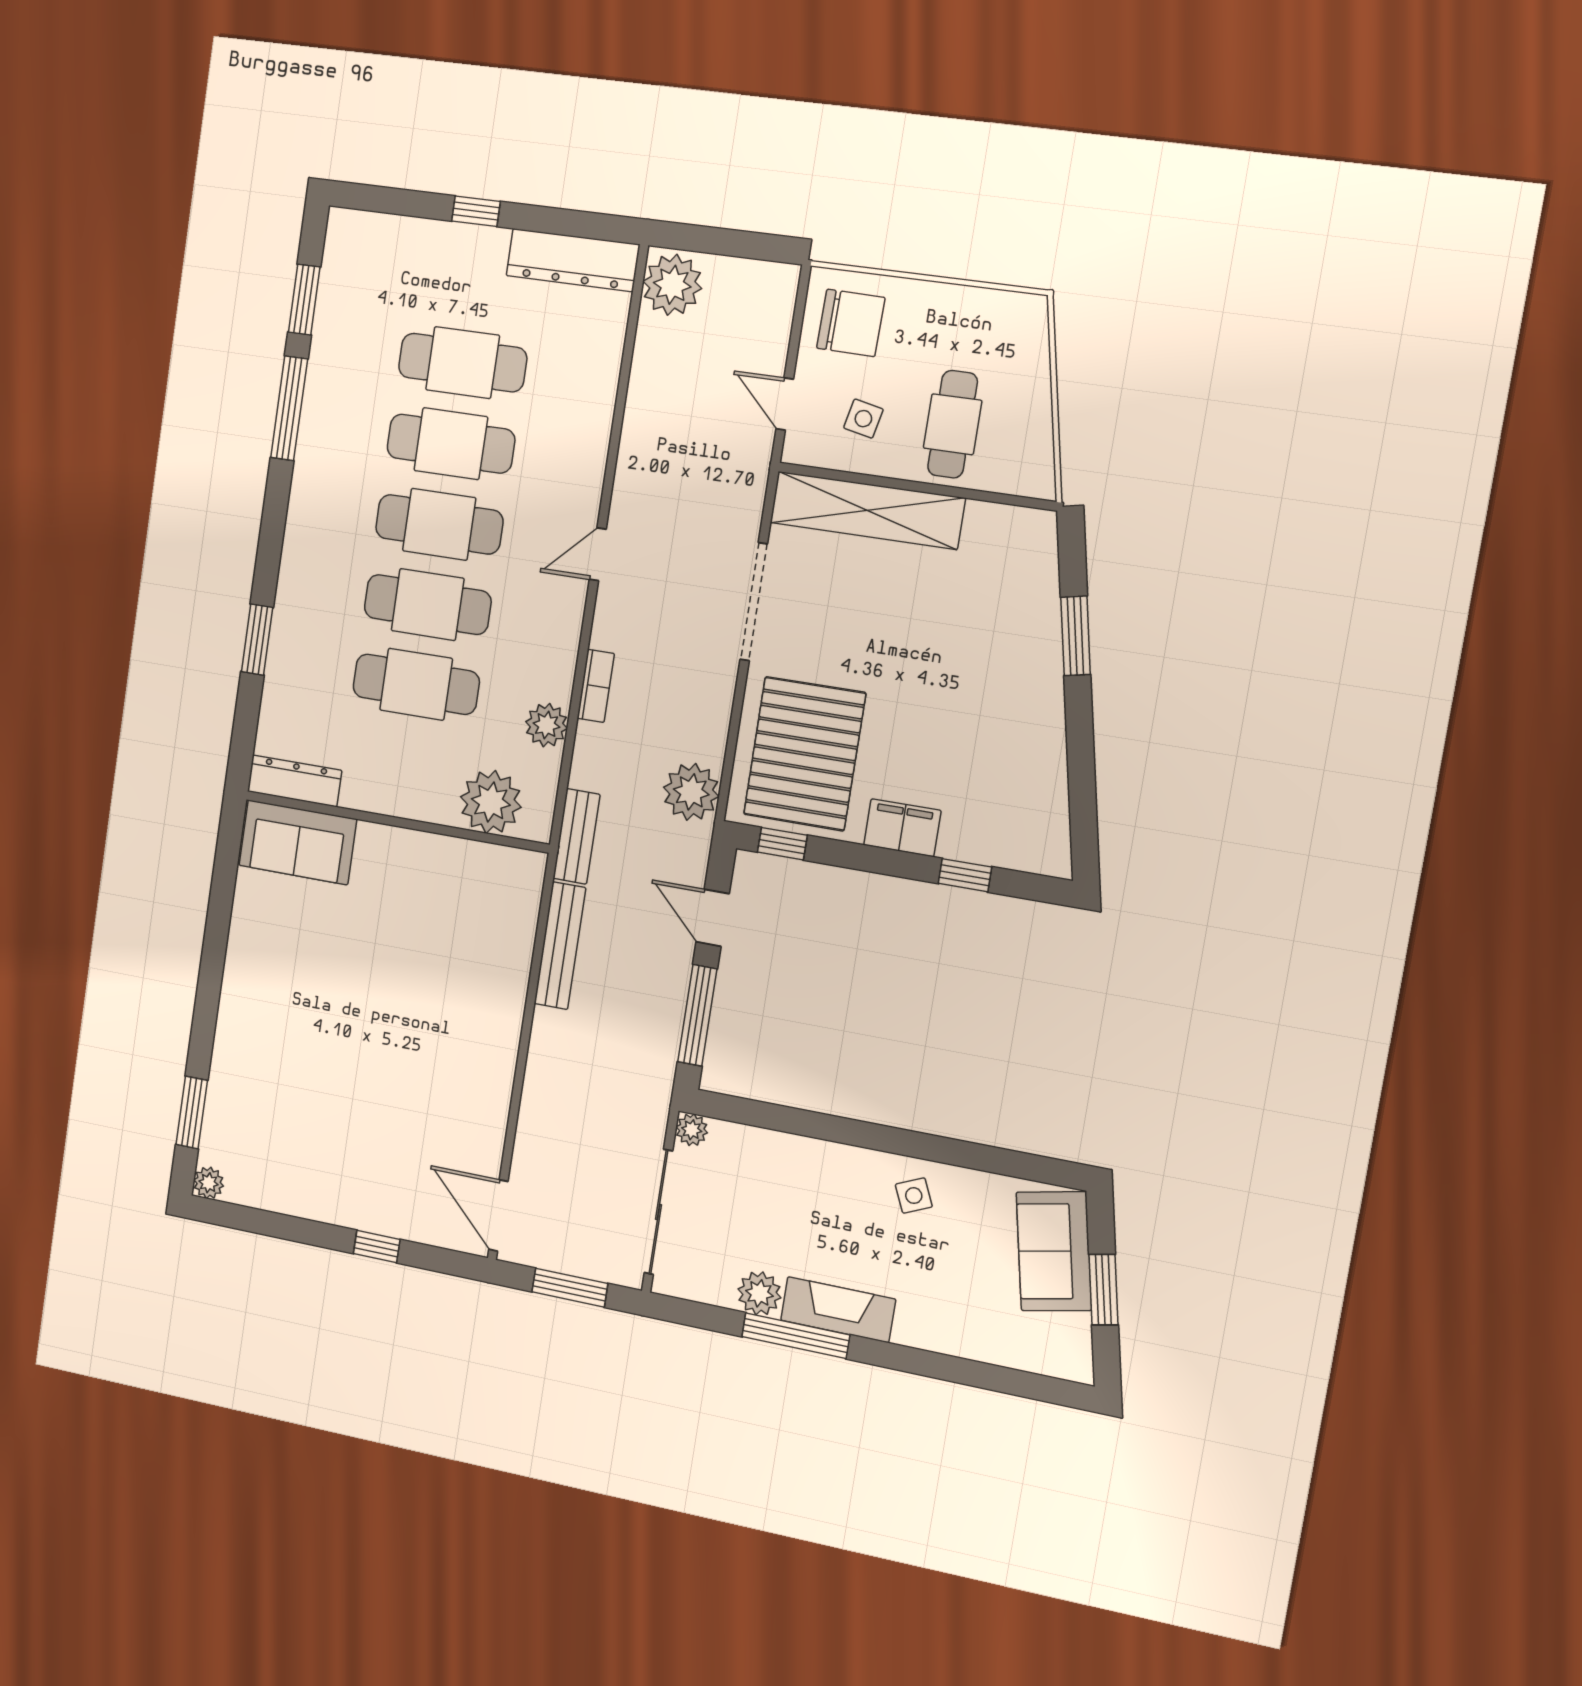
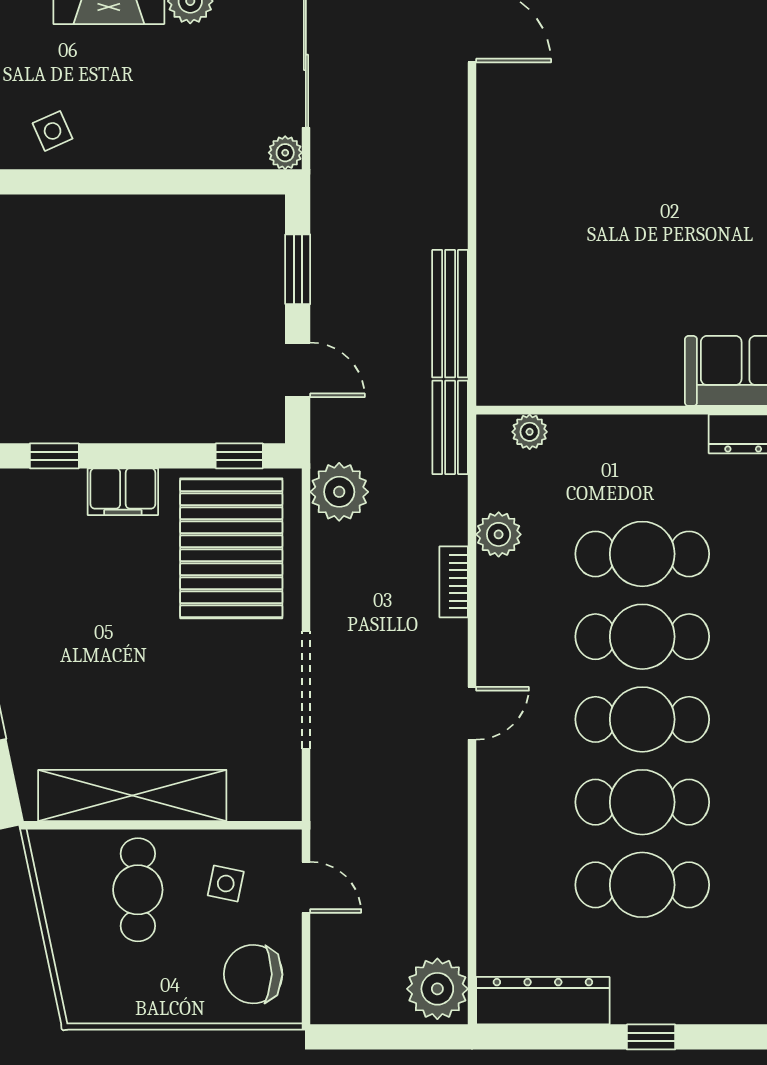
shelving: (867, 510) -> (132, 795), moved
plant: (491, 802) -> (530, 432), width x0.53, depth x0.53
window: (697, 1015) -> (298, 269), width x0.69

